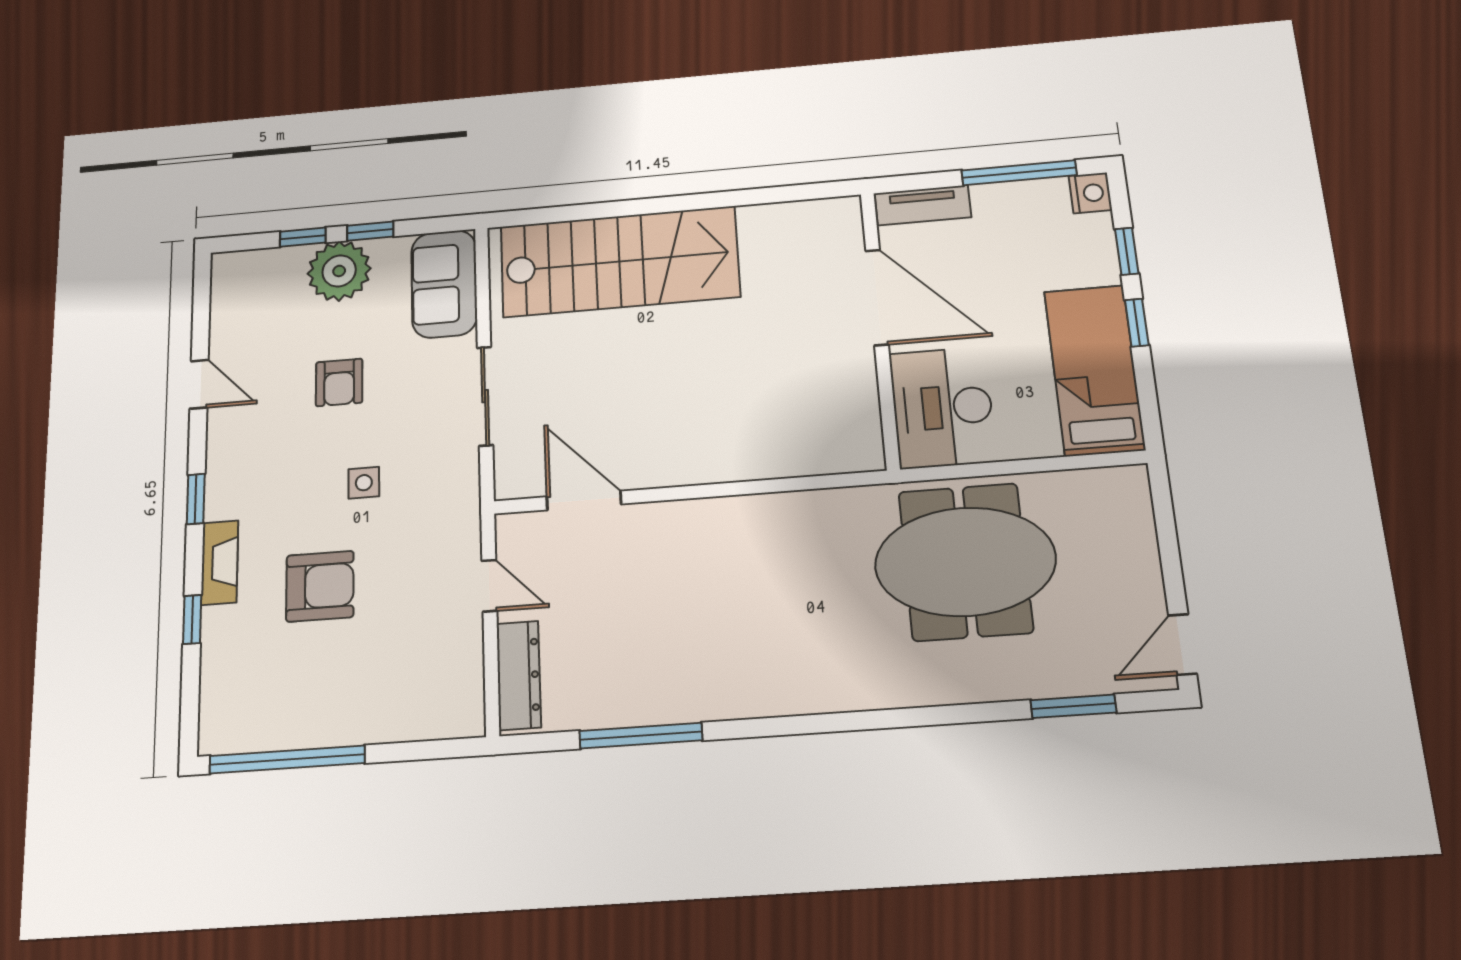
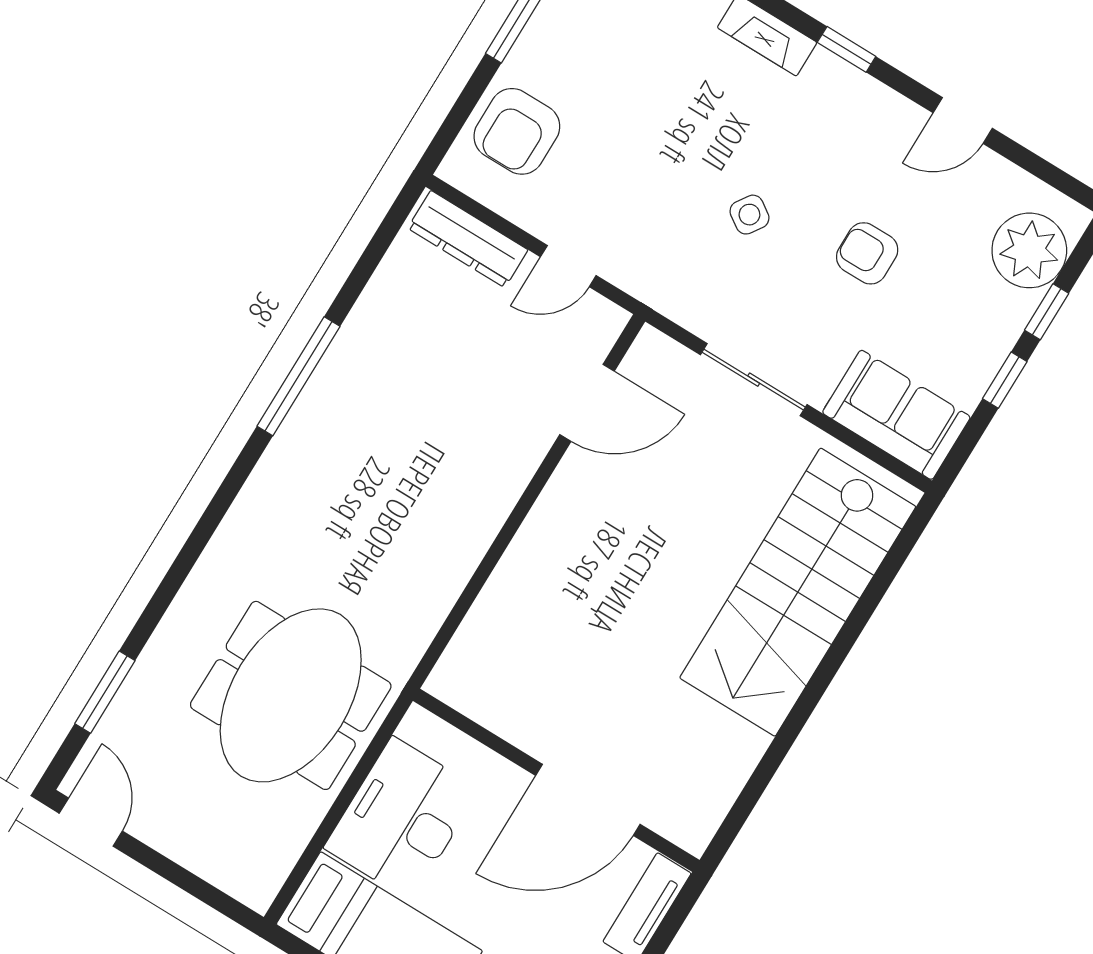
plant: (339, 271) -> (1029, 250), moved
desk: (942, 407) -> (402, 819), moved, turned -90
side table: (364, 483) -> (749, 215), turned 34
armchair: (320, 586) -> (517, 131), moved
window: (641, 736) -> (299, 376), moved

